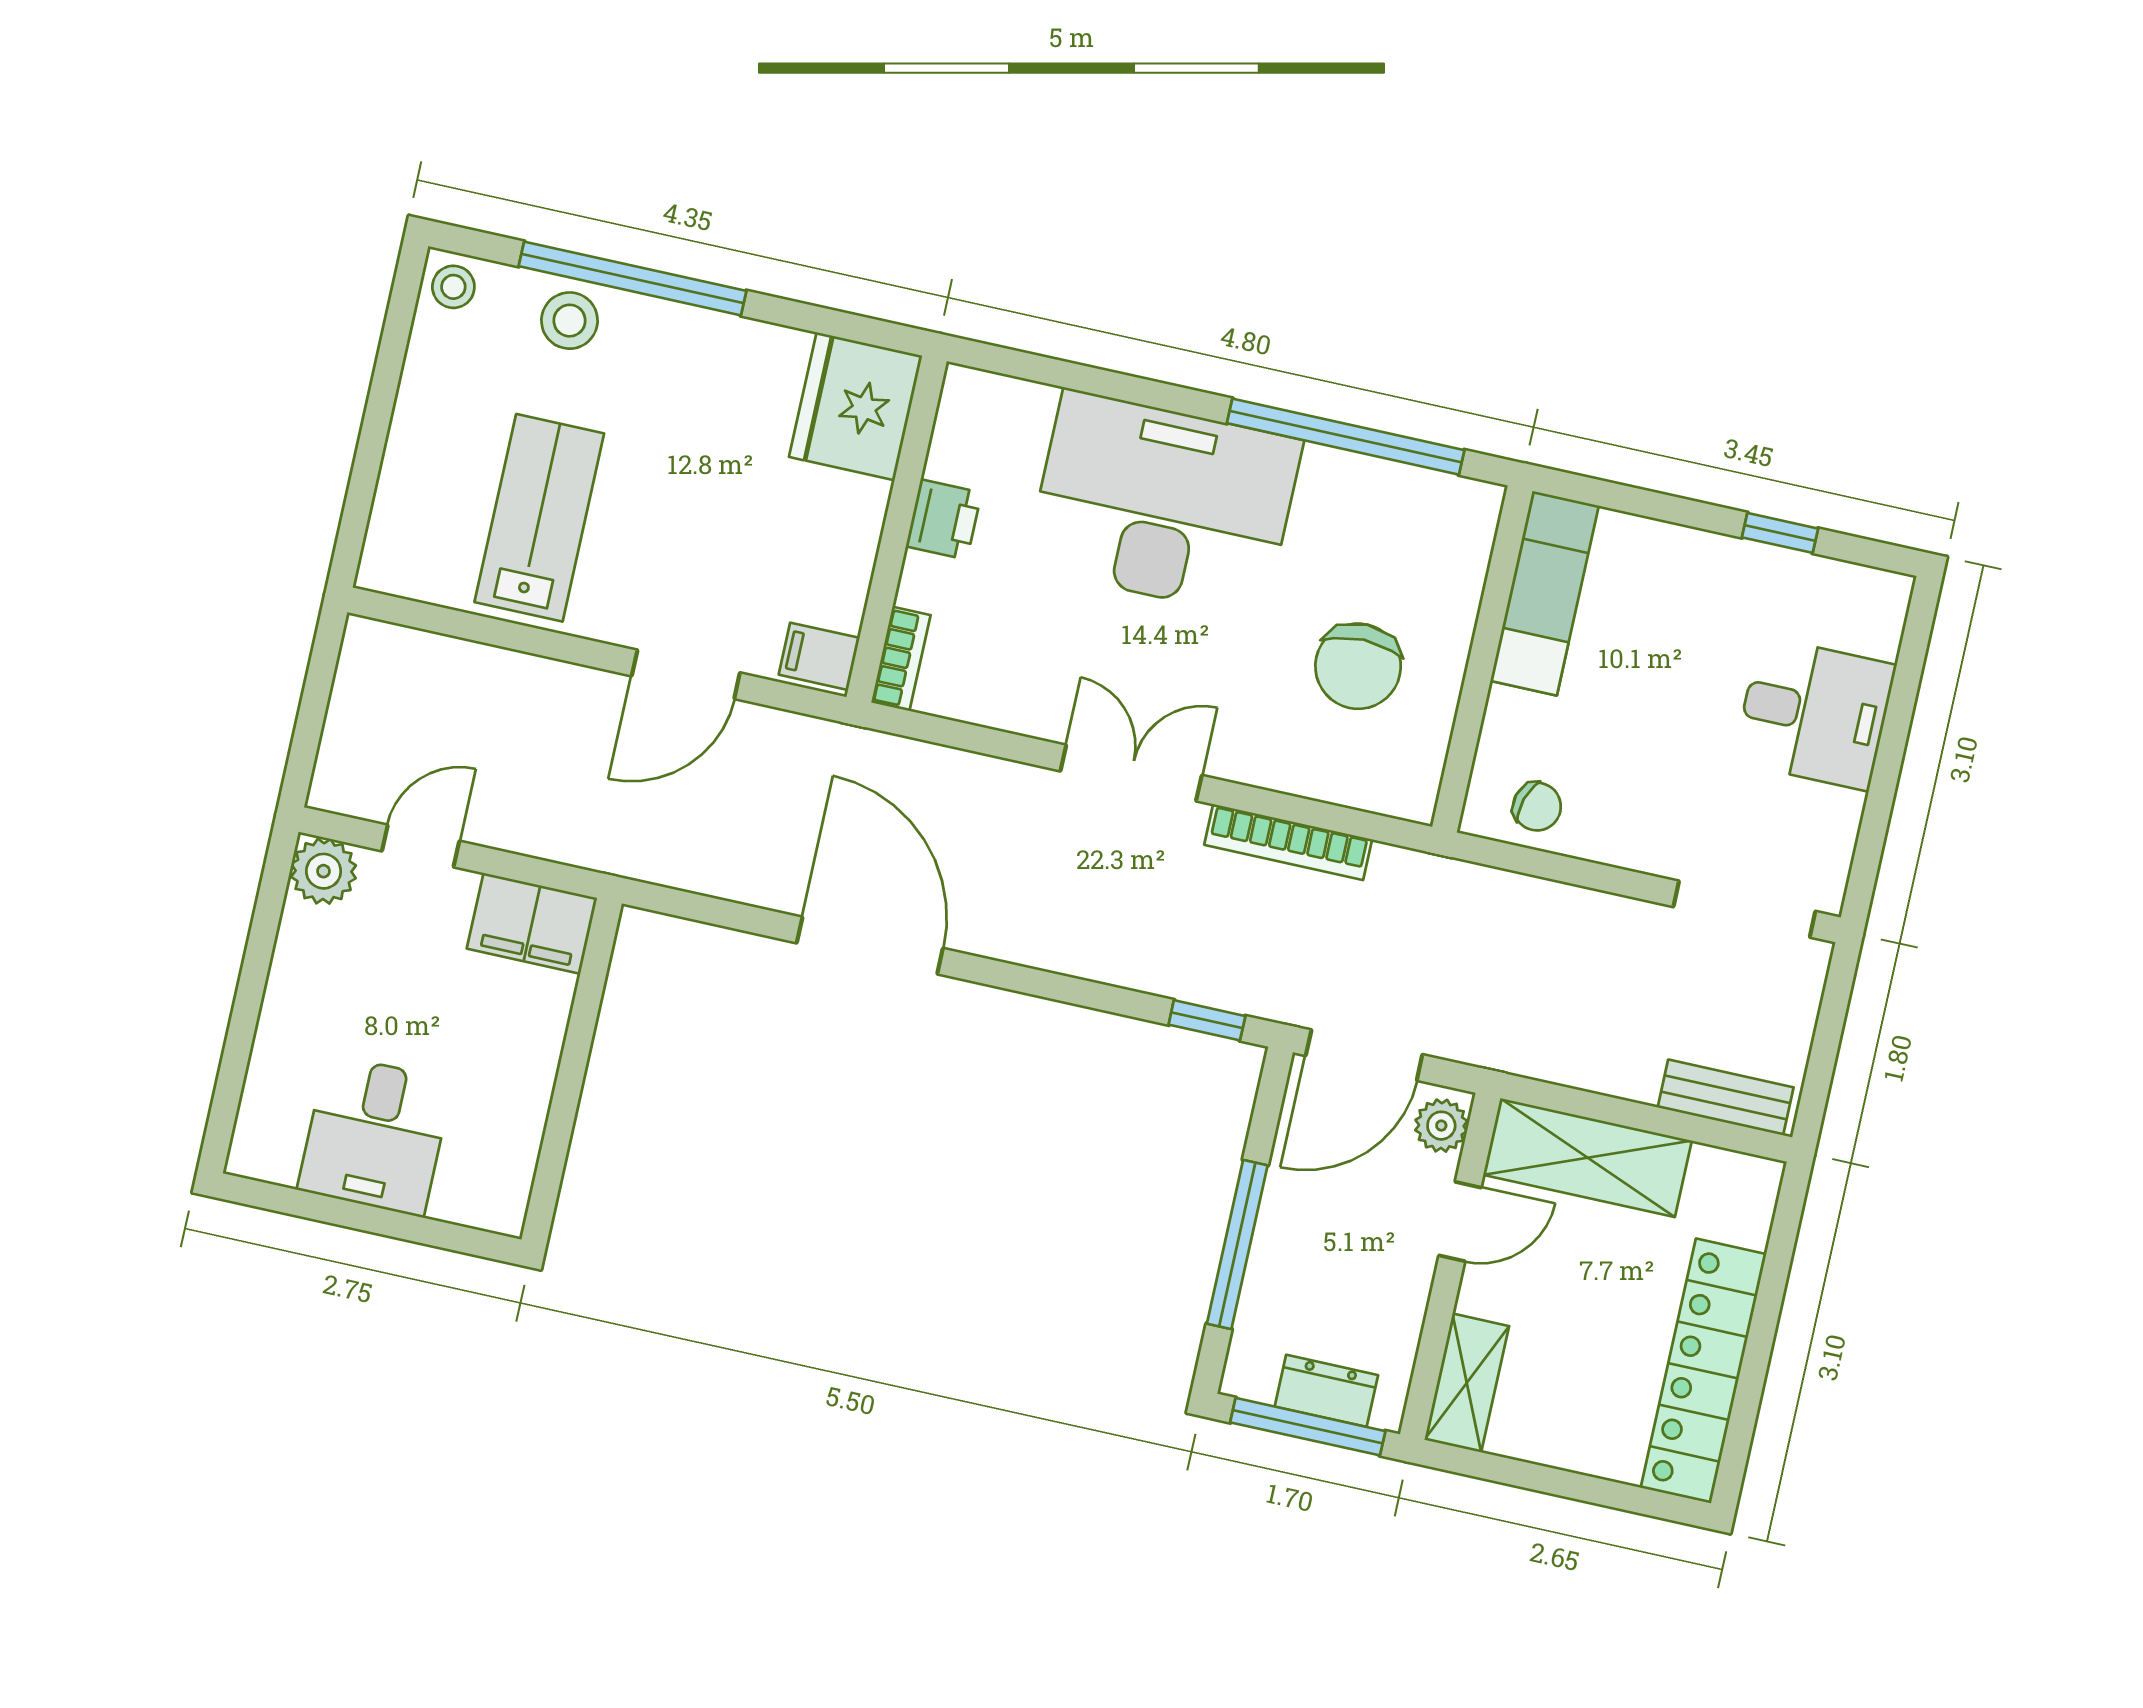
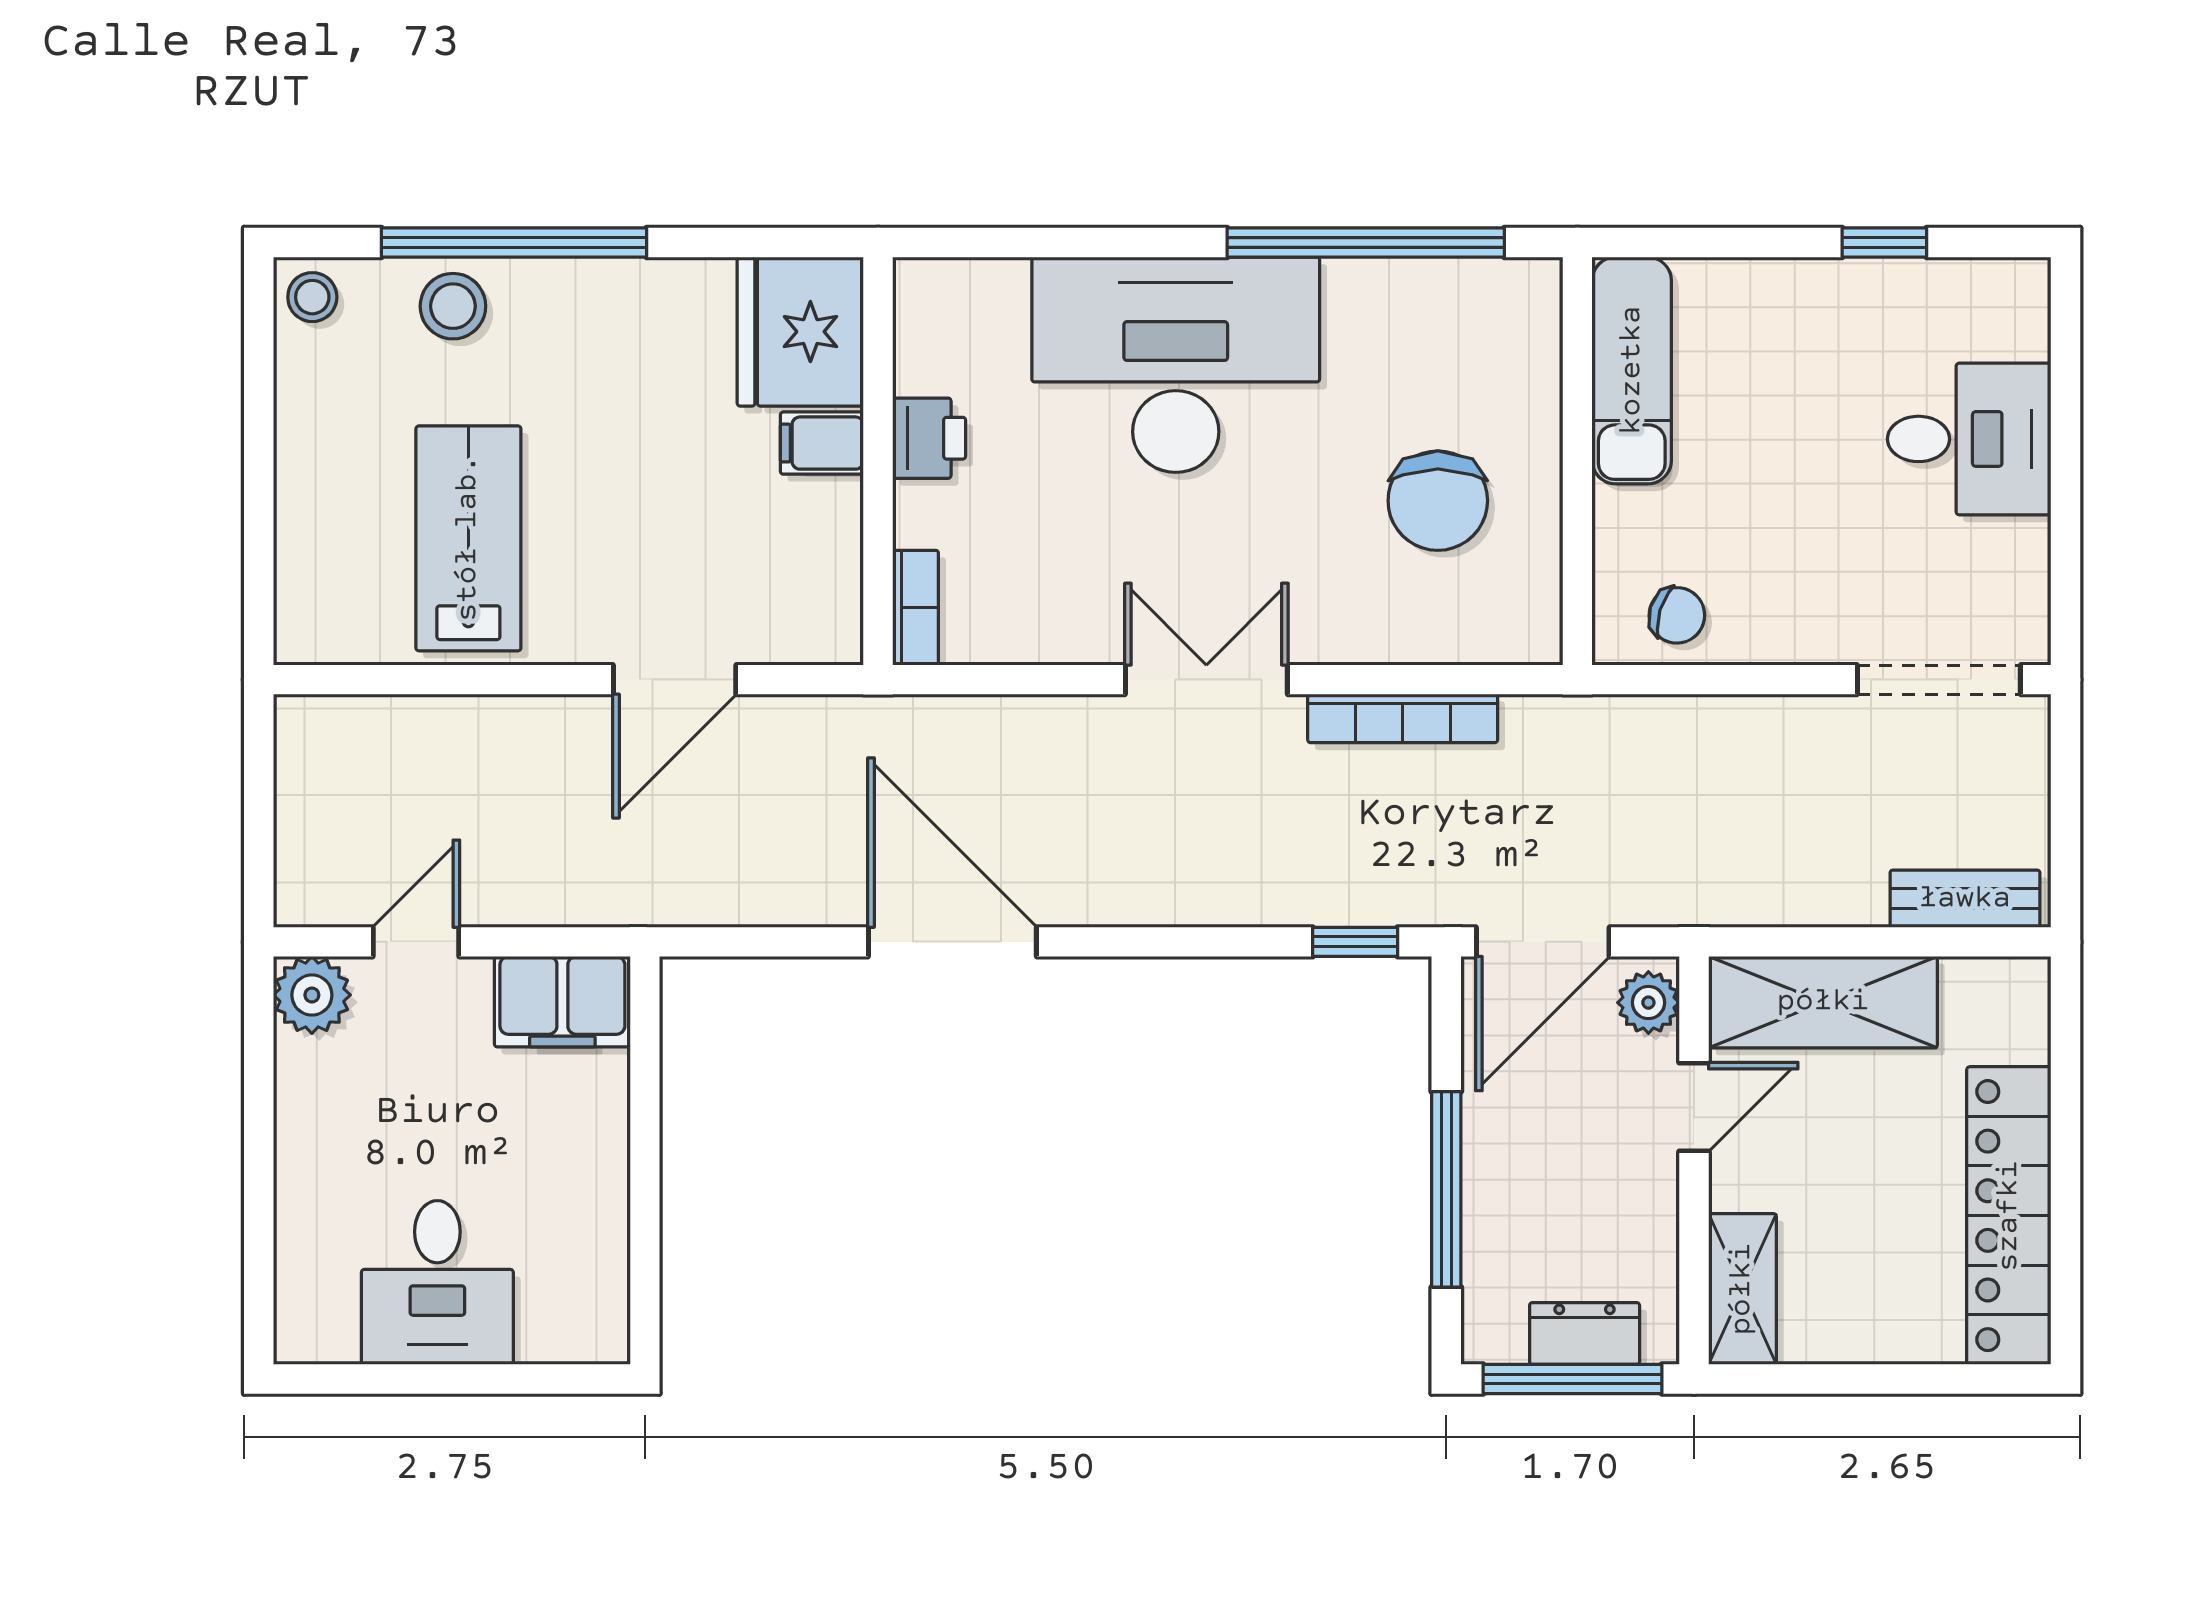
filing cabinet: (819, 656) -> (822, 443), moved

